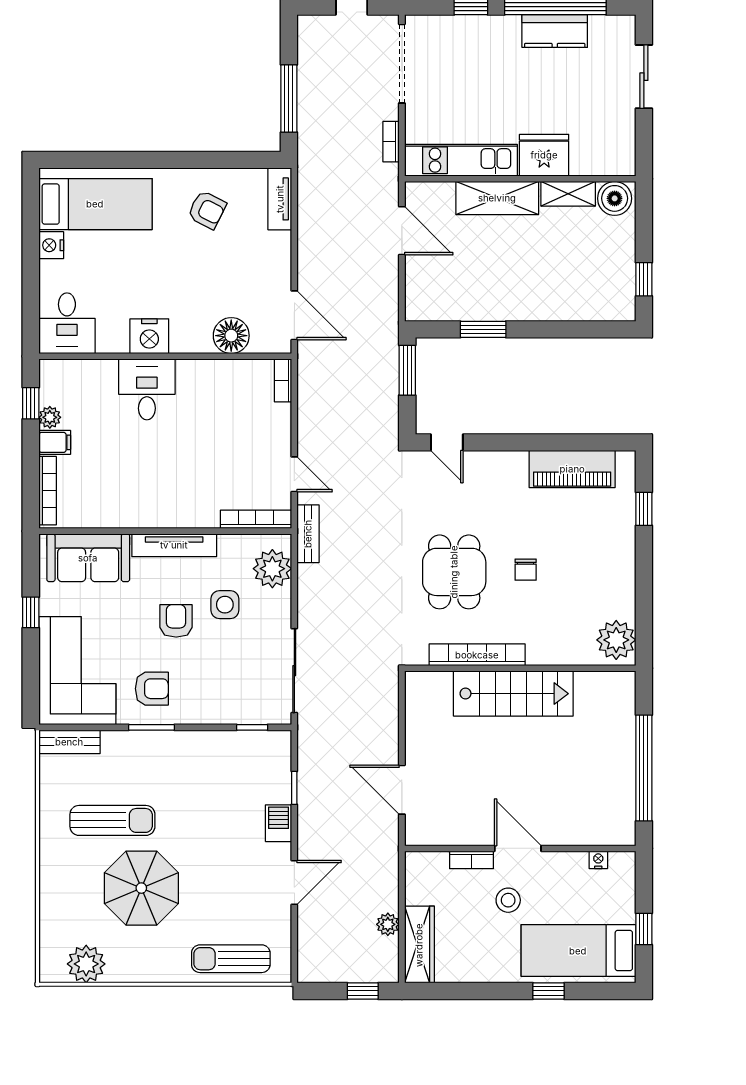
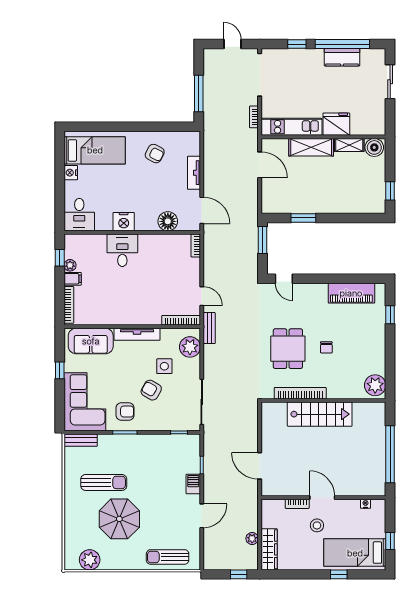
tv unit: (280, 199) -> (194, 173), moved
armchair: (176, 621) -> (151, 390), moved, turned -60

